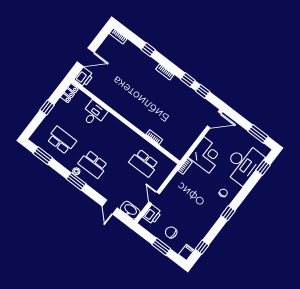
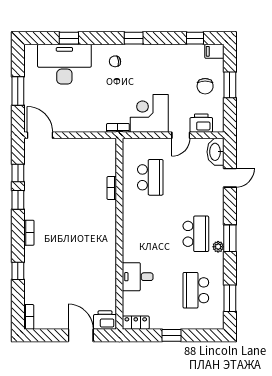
window: (258, 134) -> (18, 91), moved
corner desk: (206, 155) -> (149, 113), moved
window: (263, 168) -> (69, 38), moved

